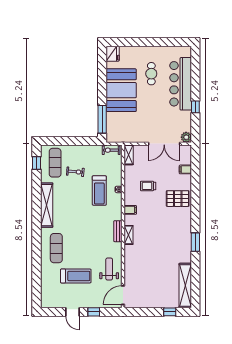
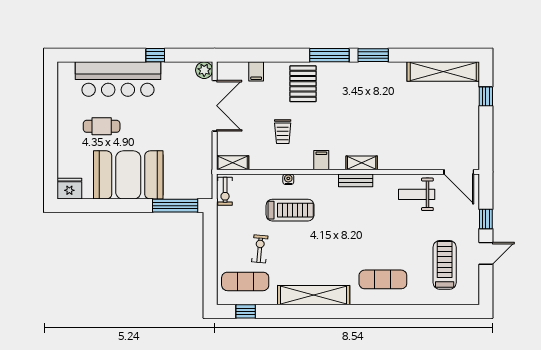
window: (195, 215) -> (329, 55), added
treadmill: (76, 276) -> (445, 265), moved

